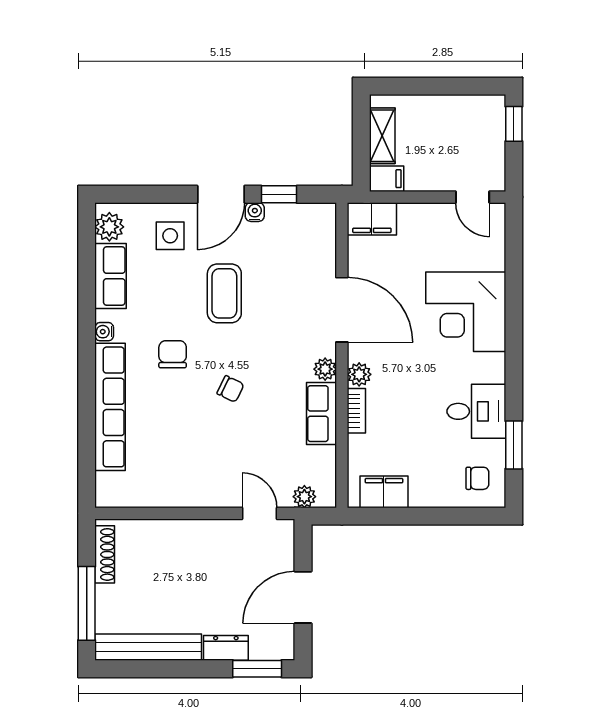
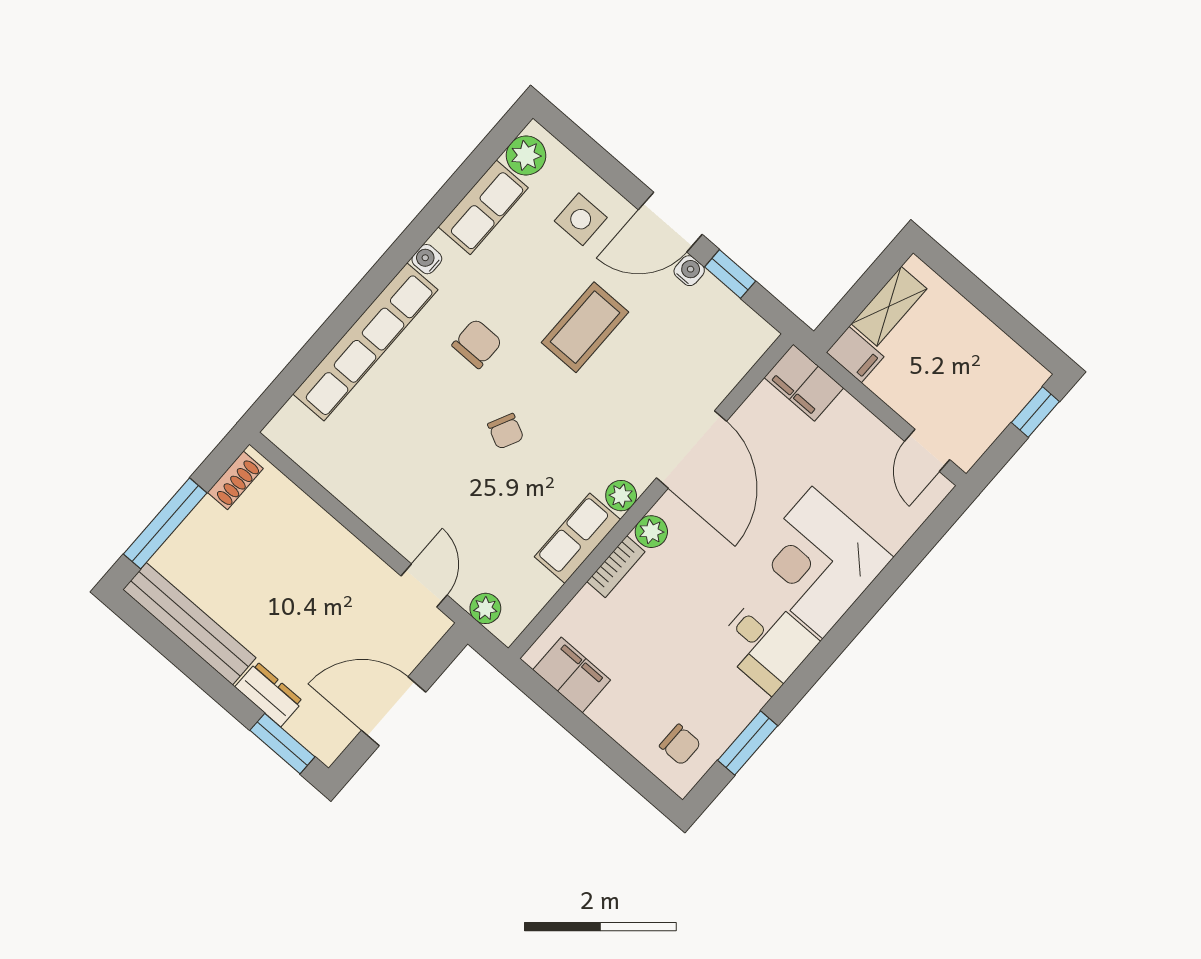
desk: (476, 411) -> (766, 643), moved
shoe rack: (105, 554) -> (235, 480), width x0.70

